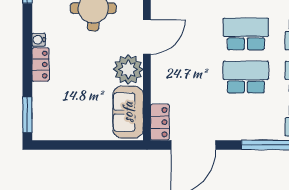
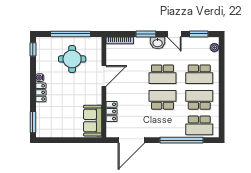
school desk: (246, 34) -> (162, 74), turned 180
plant: (128, 69) -> (93, 95), removed
locker: (160, 122) -> (112, 111), moved

